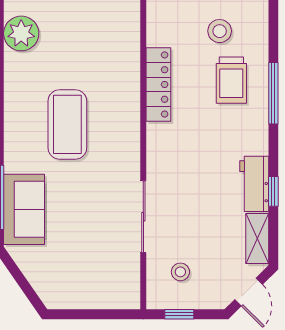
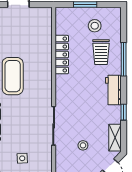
workbench: (254, 184) -> (113, 90), moved
stool: (180, 272) -> (83, 145), moved
side table: (85, 277) -> (22, 158), added

